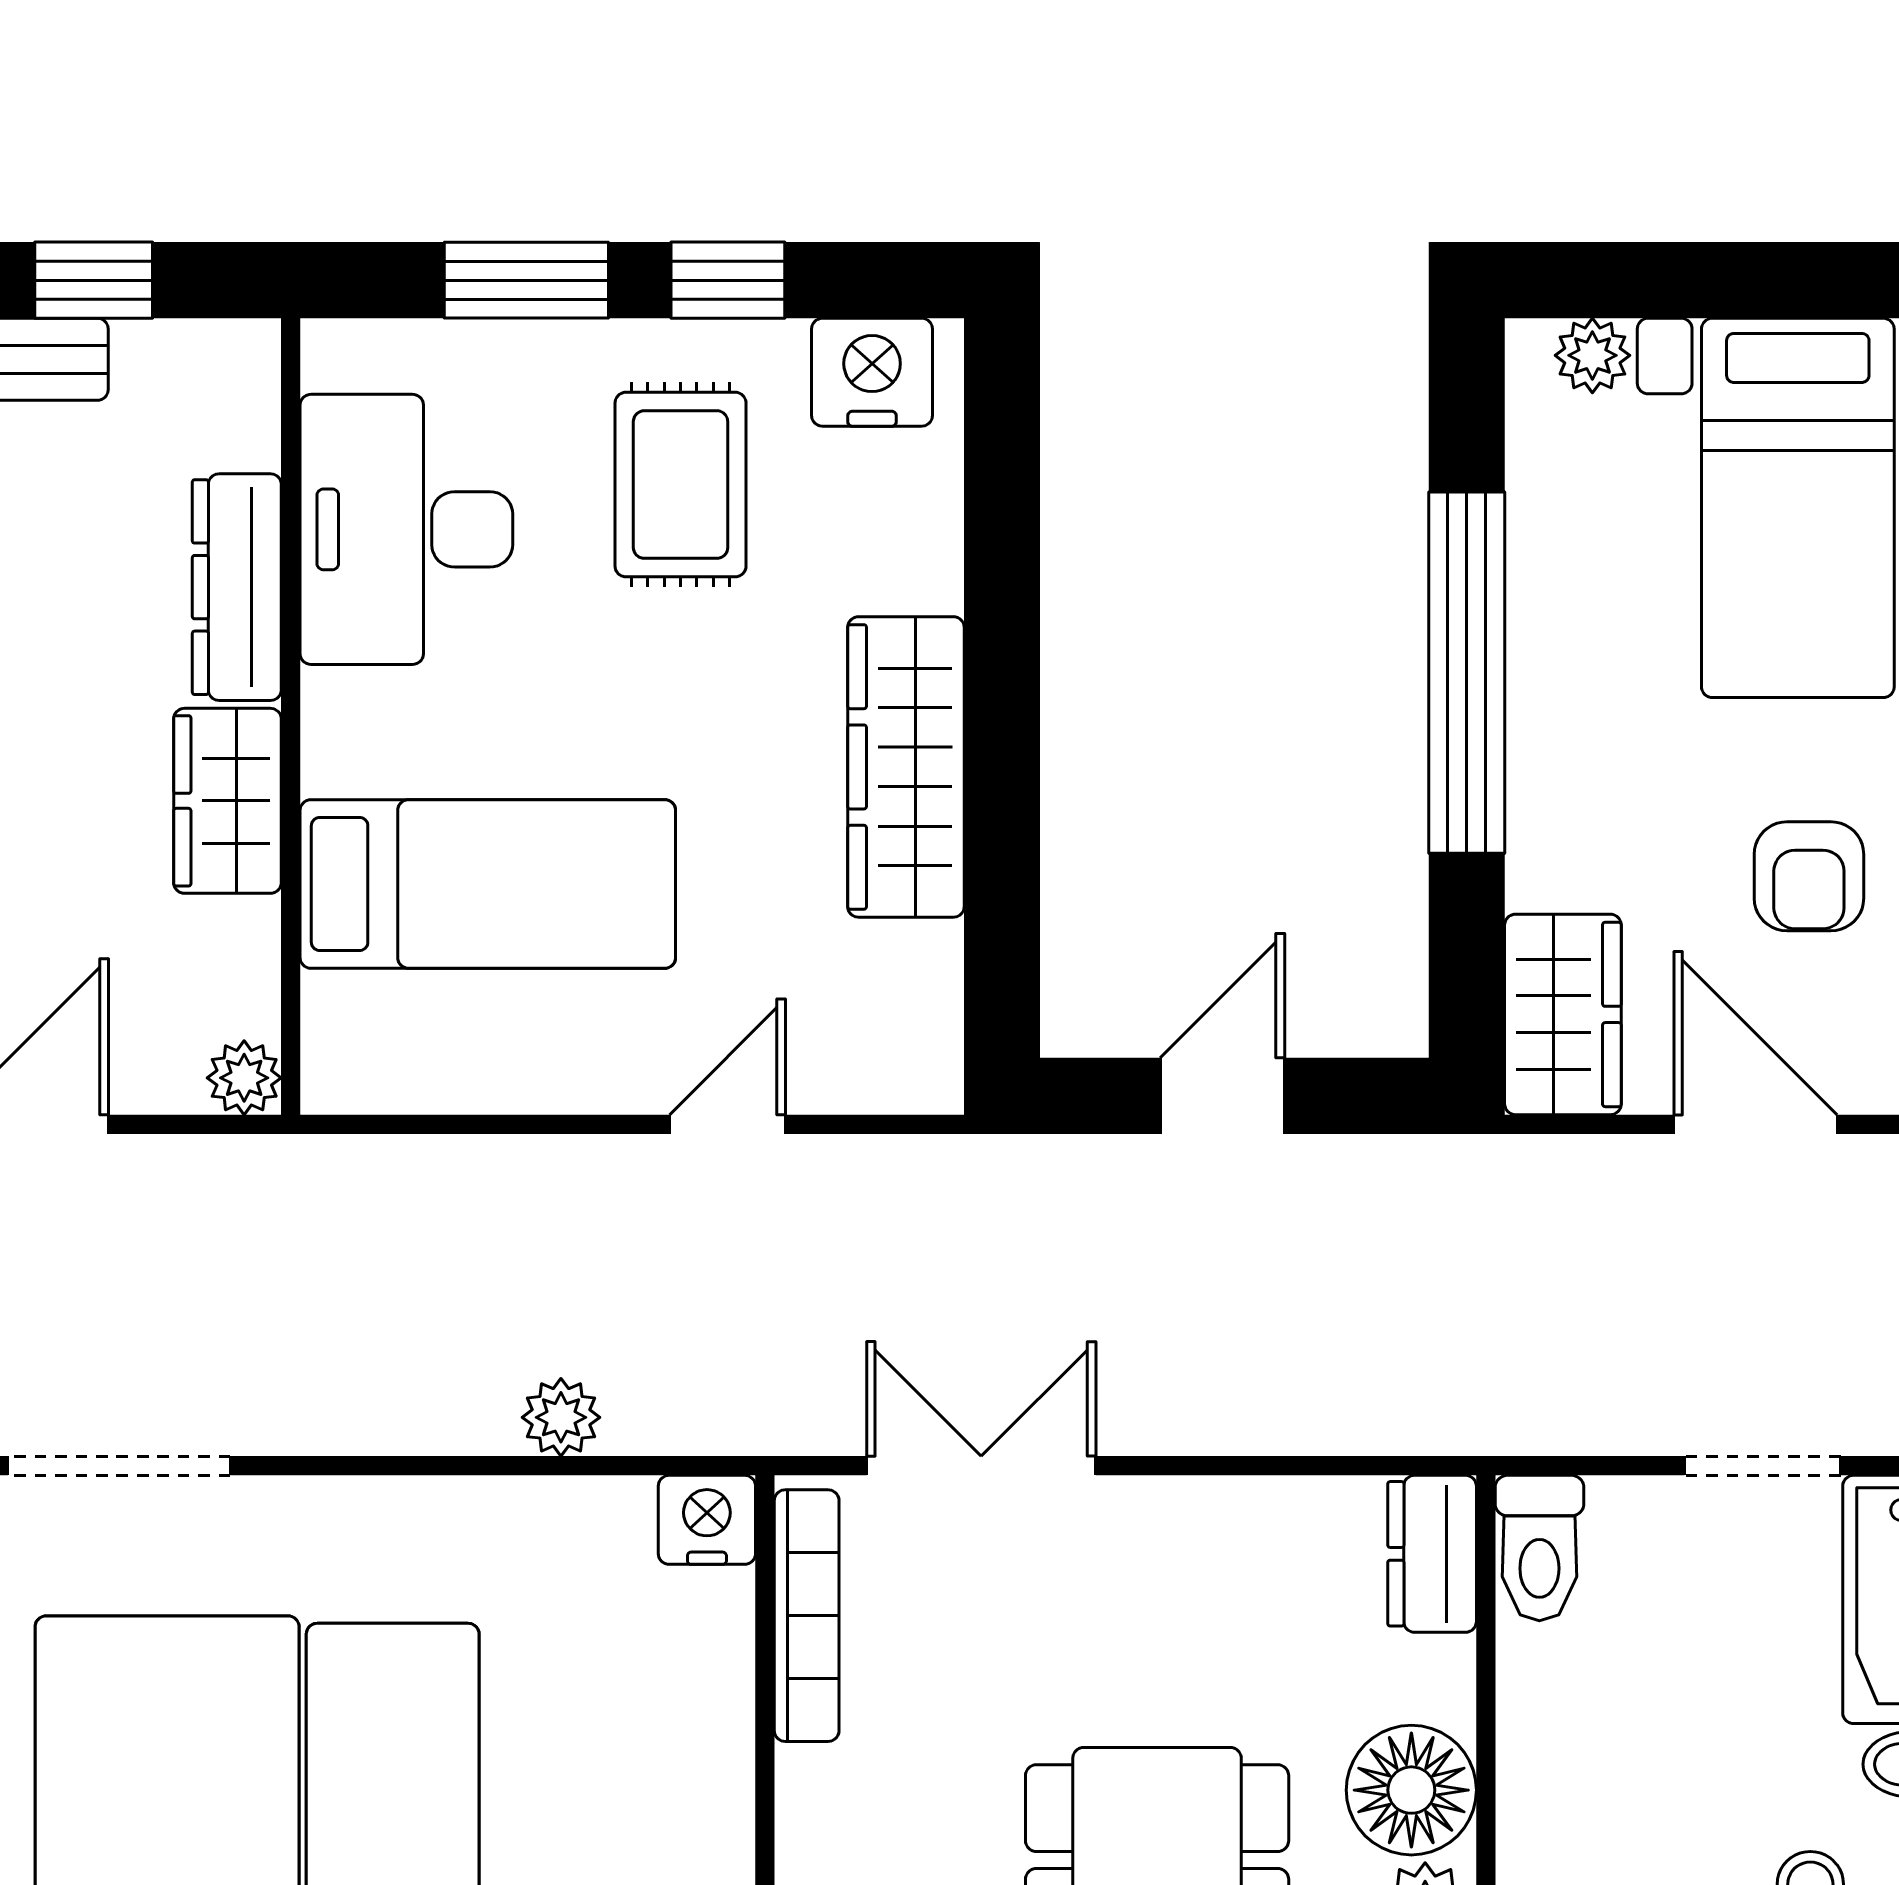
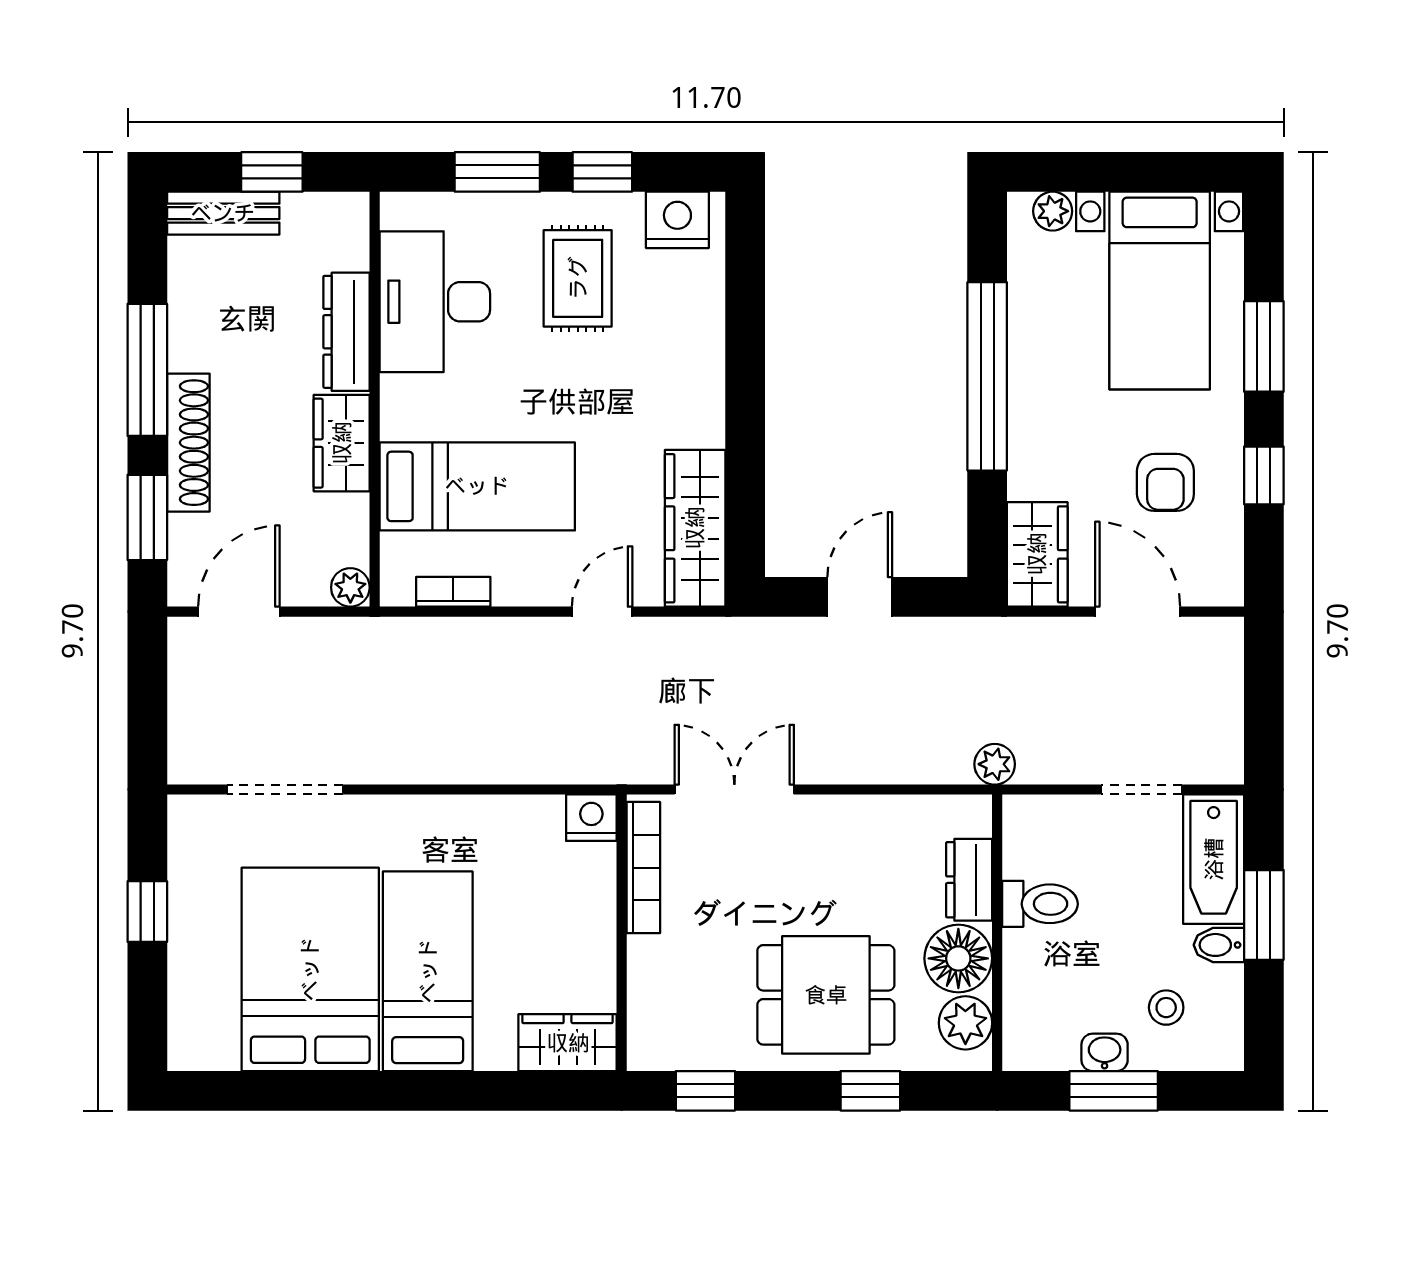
wardrobe: (906, 767) -> (695, 528), moved
bookcase: (442, 1086) -> (453, 592), added
plant: (561, 1417) -> (995, 764), moved
toilet: (1539, 1548) -> (1040, 904), moved, turned -90
dresser: (1432, 1554) -> (969, 880), moved

